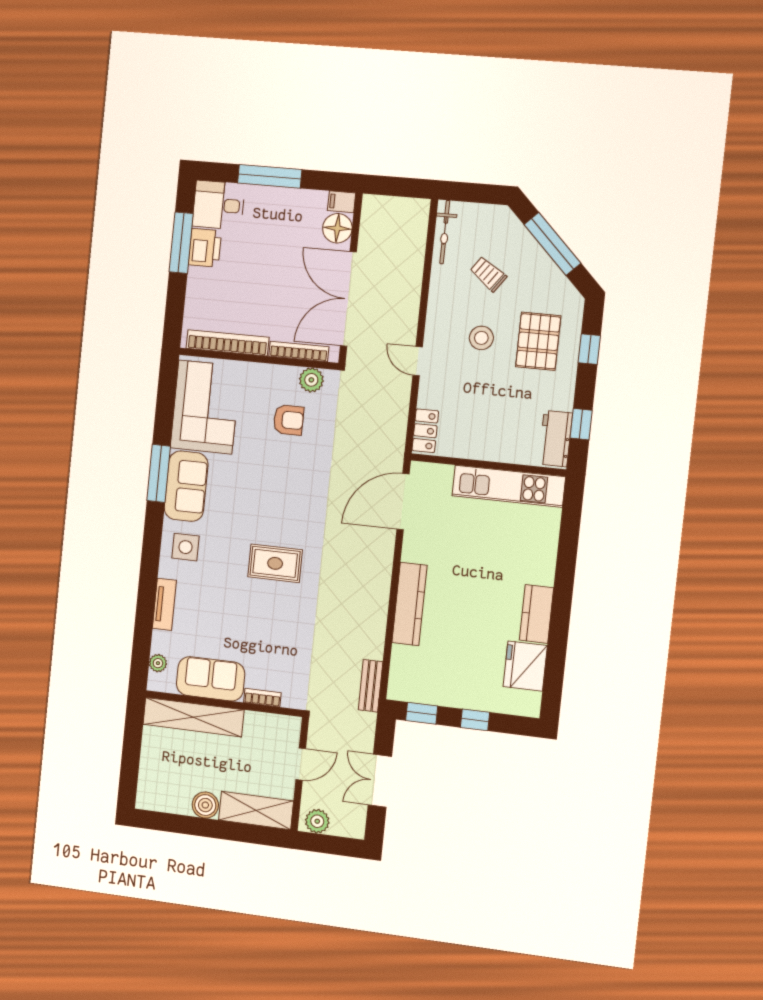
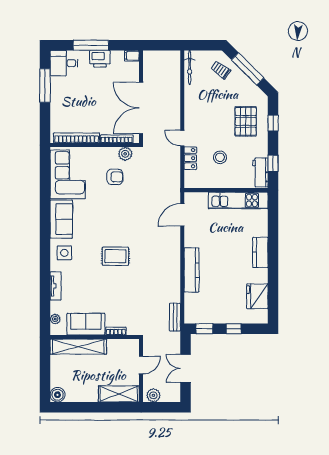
floor lamp: (337, 228) -> (131, 70), removed
printer: (205, 248) -> (100, 59), moved, turned 90
trolley: (488, 274) -> (221, 70), moved
stool: (481, 338) -> (220, 157), moved
locker: (425, 431) -> (190, 158), moved
window: (159, 473) -> (45, 214), removed
door: (403, 502) -> (182, 215), width x0.73
kitchen counter: (536, 614) -> (260, 252), moved
boiler: (205, 805) -> (58, 395), moved

